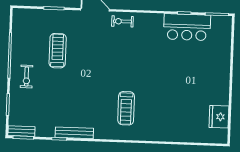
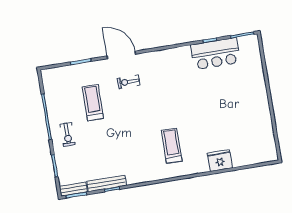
exercise bike: (122, 21) -> (128, 82), moved
treadmill: (126, 108) -> (172, 146), turned 180
fridge: (219, 117) -> (220, 160), moved, turned 90
bench: (74, 133) -> (106, 183), moved

